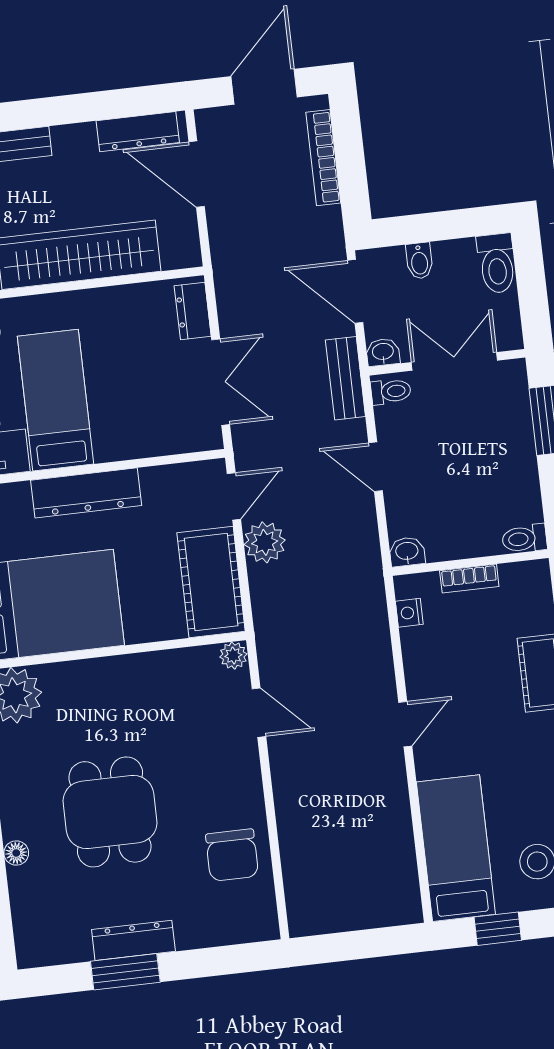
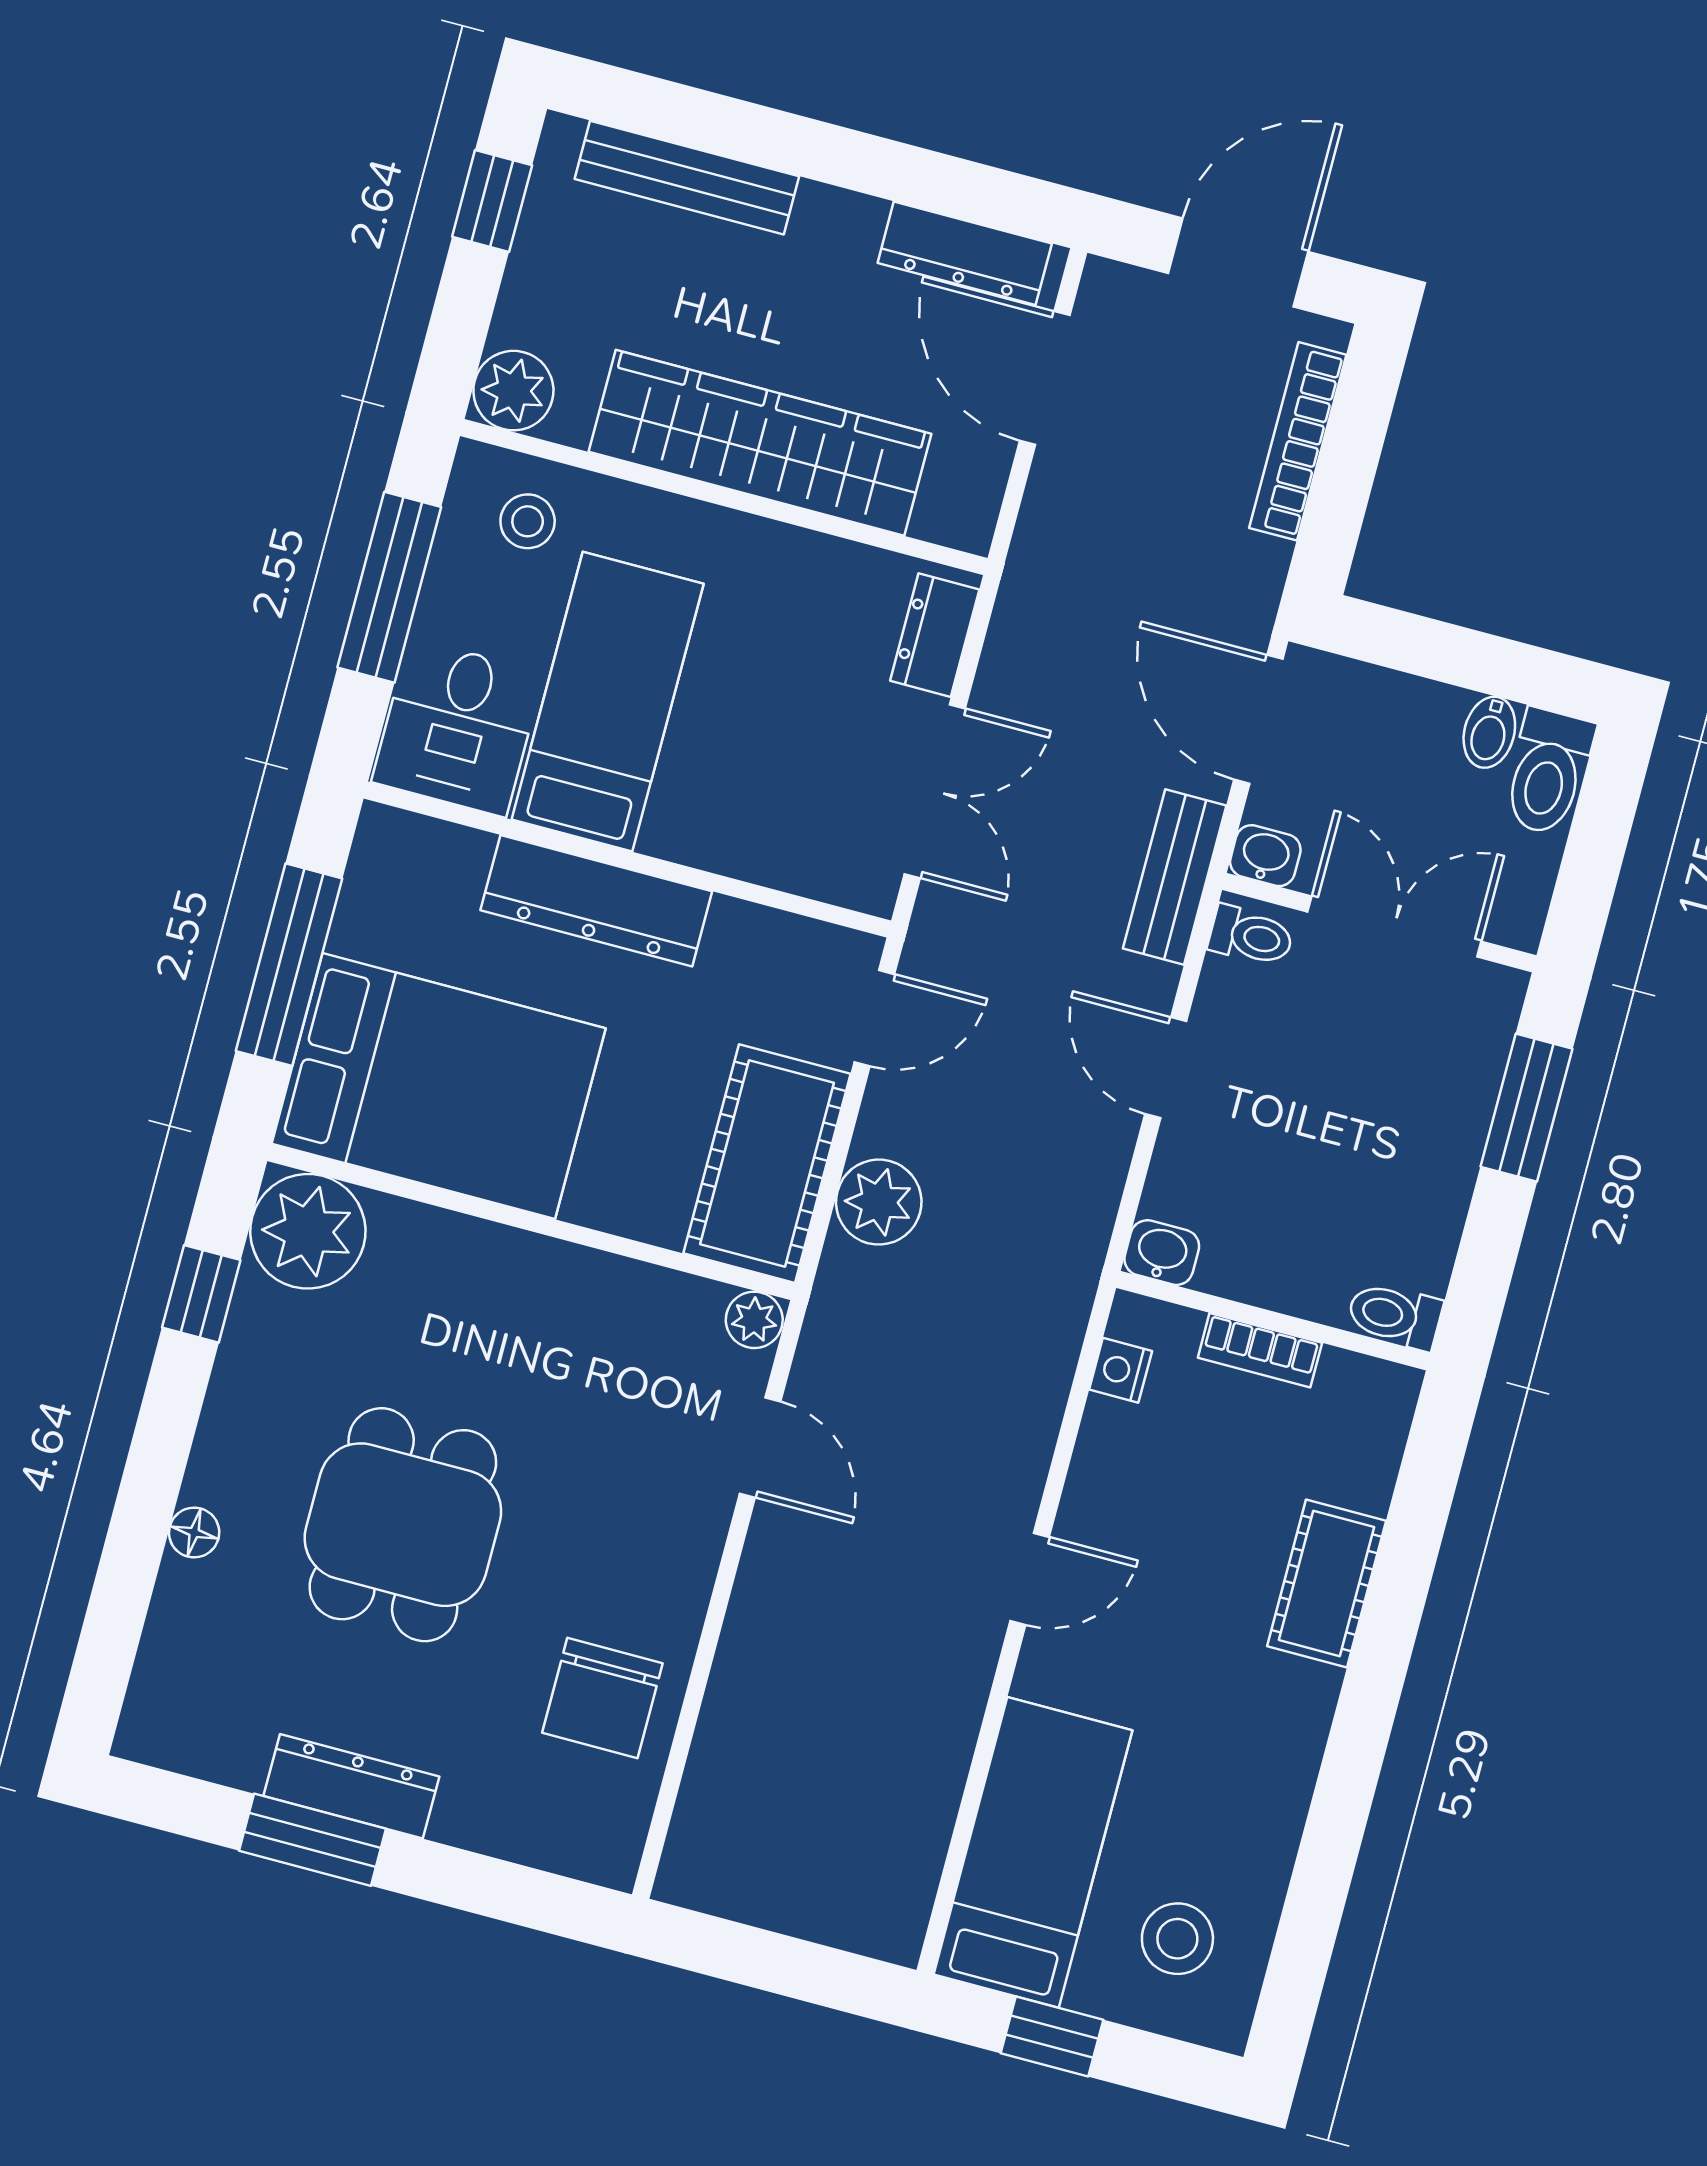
bidet: (419, 261) -> (1489, 732), moved
plant: (265, 542) -> (879, 1202), moved

